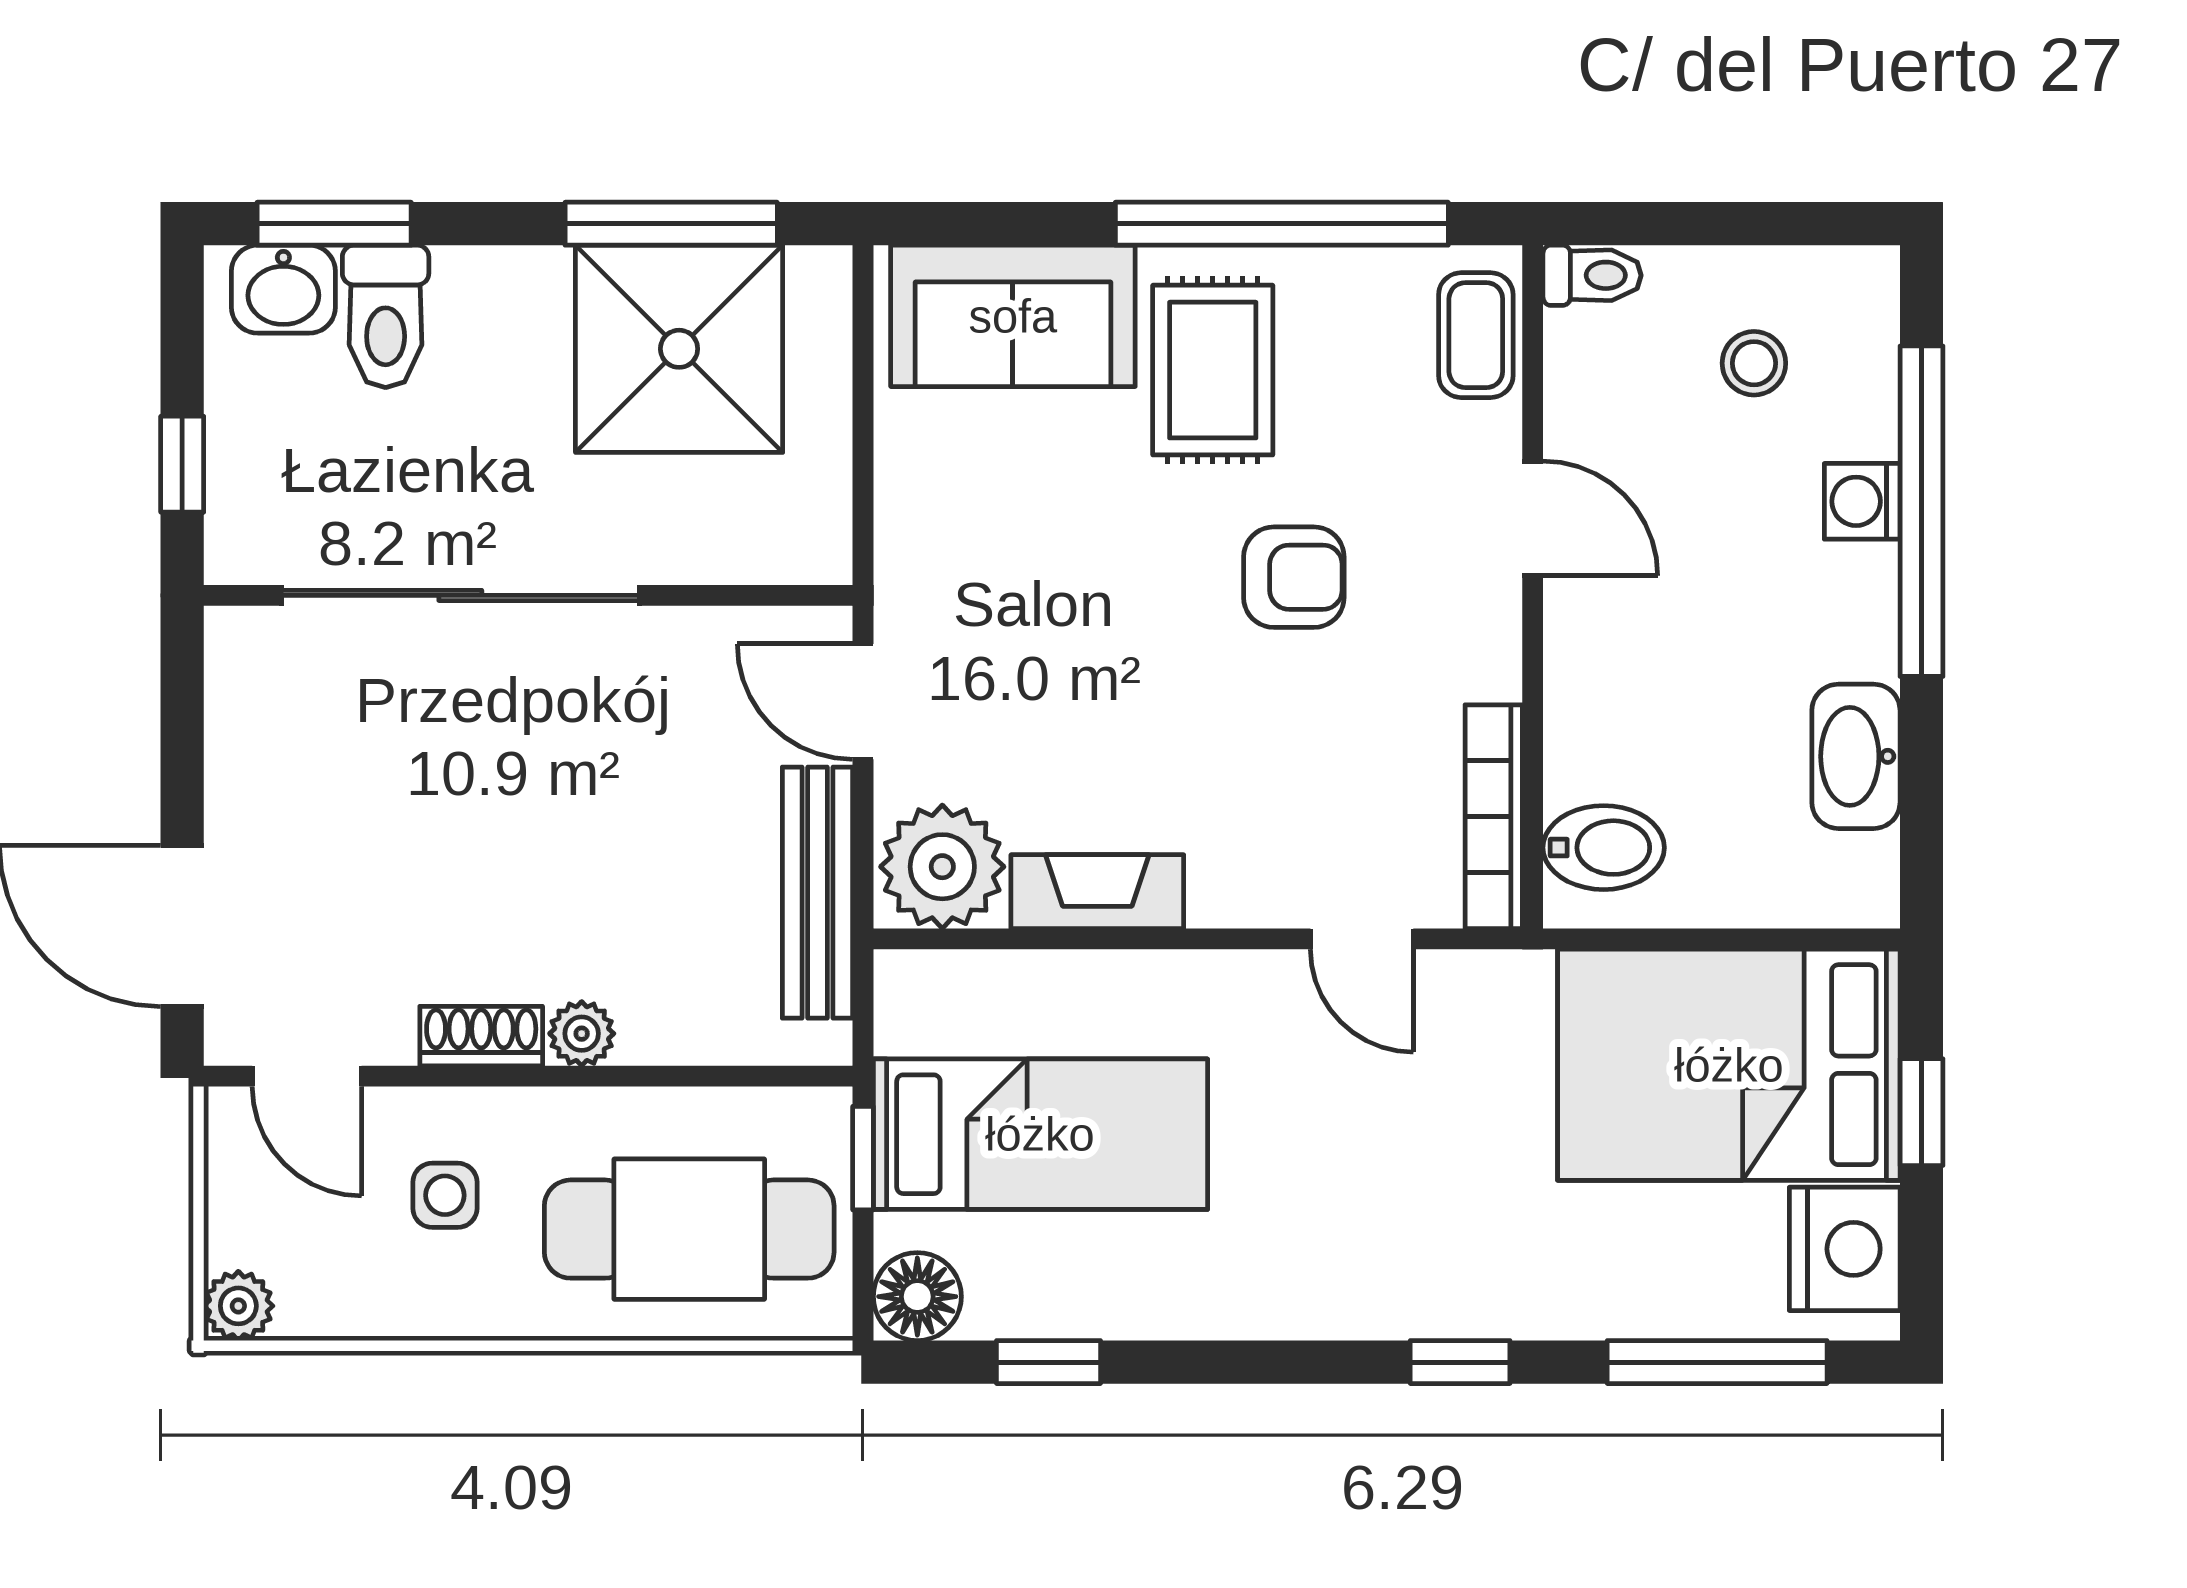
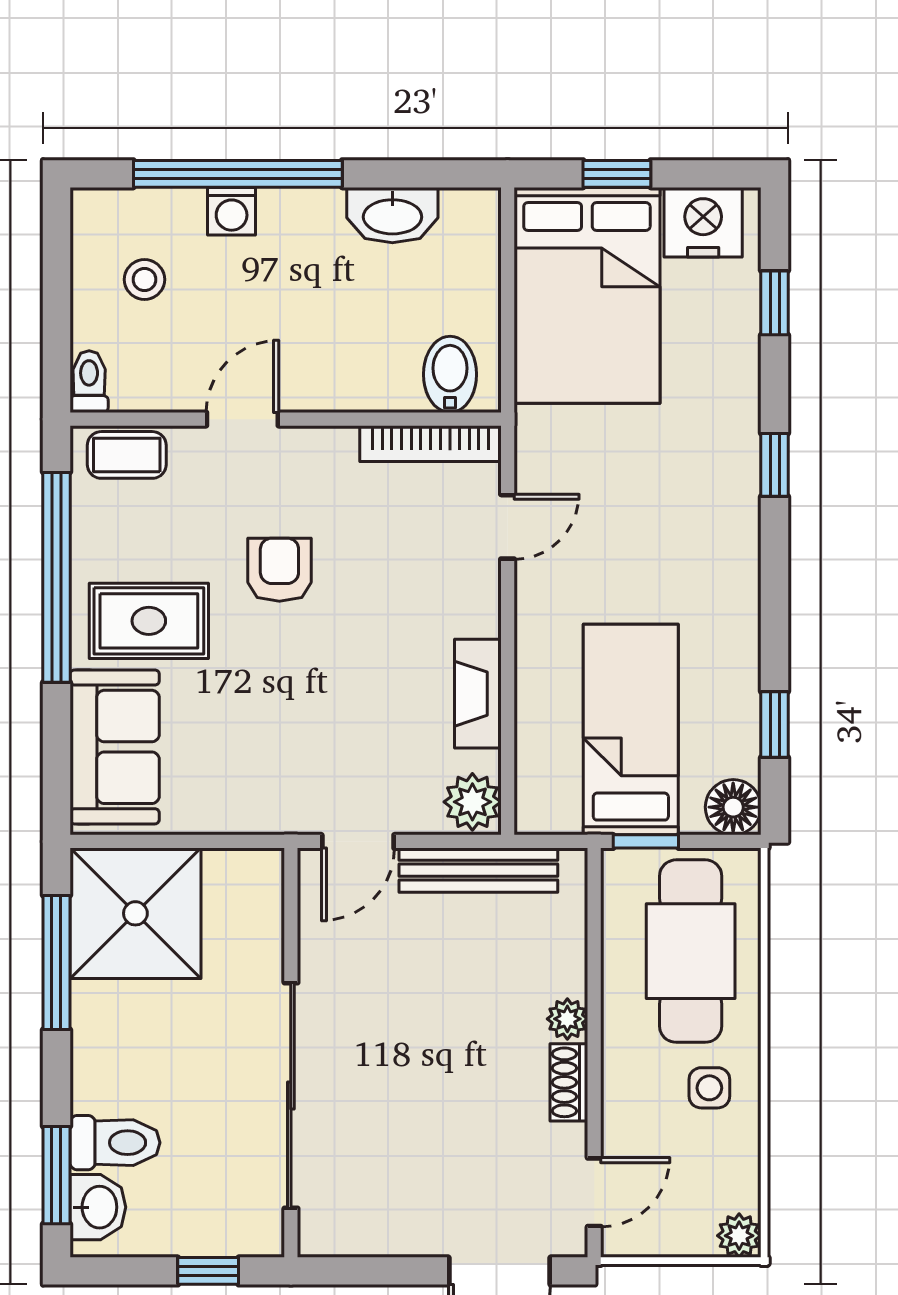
shower: (679, 349) -> (135, 913), moved
plant: (942, 867) -> (472, 802), width x0.73, depth x0.73
side table: (445, 1195) -> (709, 1088), moved
window: (1717, 1362) -> (775, 303), width x0.46

